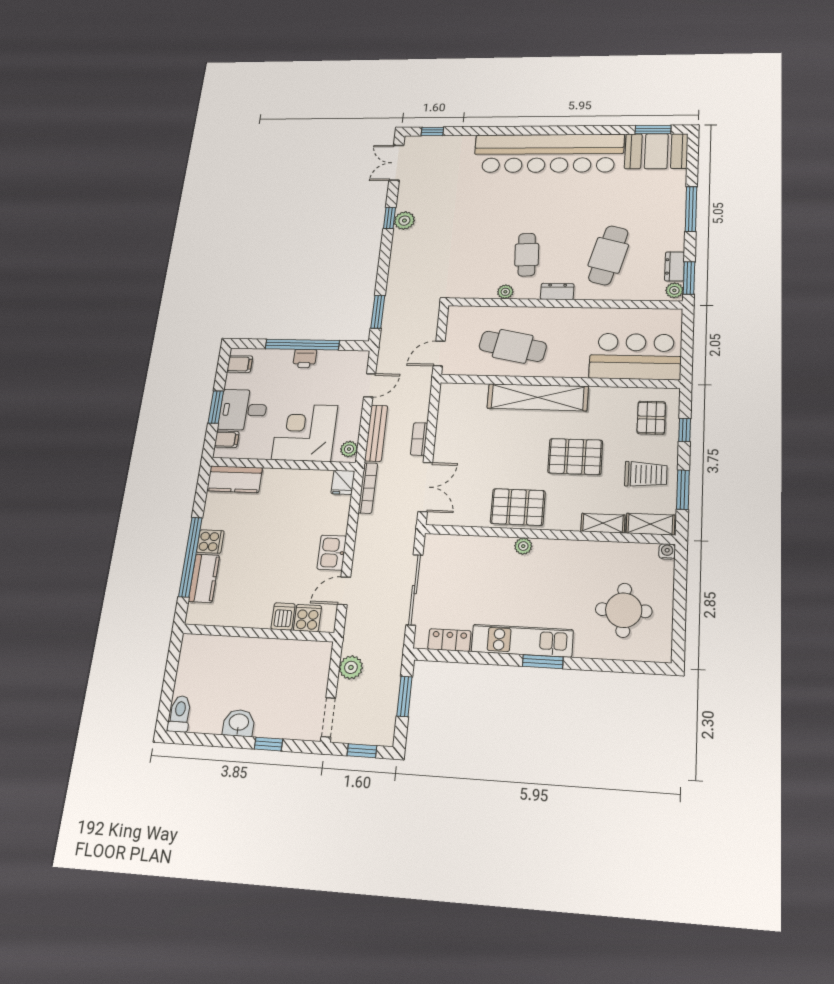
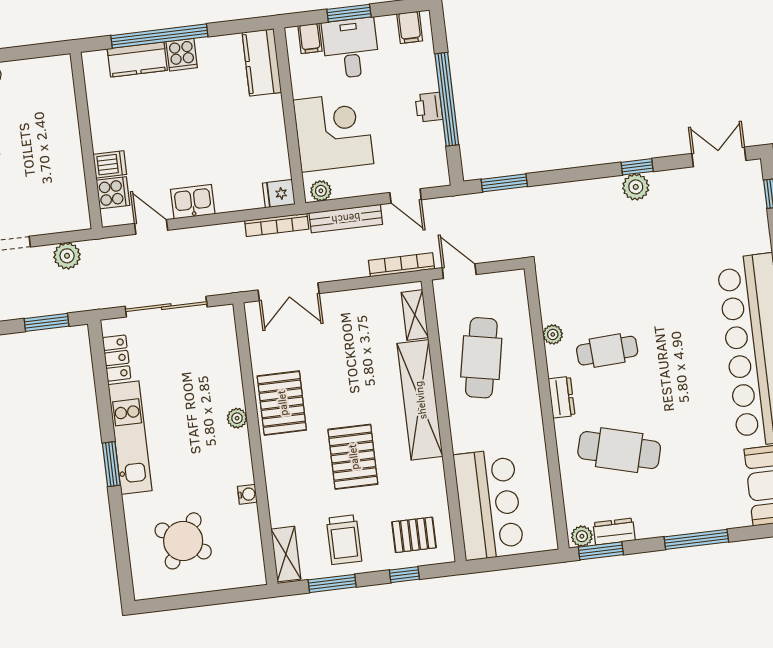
bookcase: (419, 439) -> (401, 265), moved, width x1.56
shelving: (603, 523) -> (415, 315), moved
water cooler: (667, 551) -> (247, 494), moved
round table: (624, 610) -> (183, 541), turned 34

